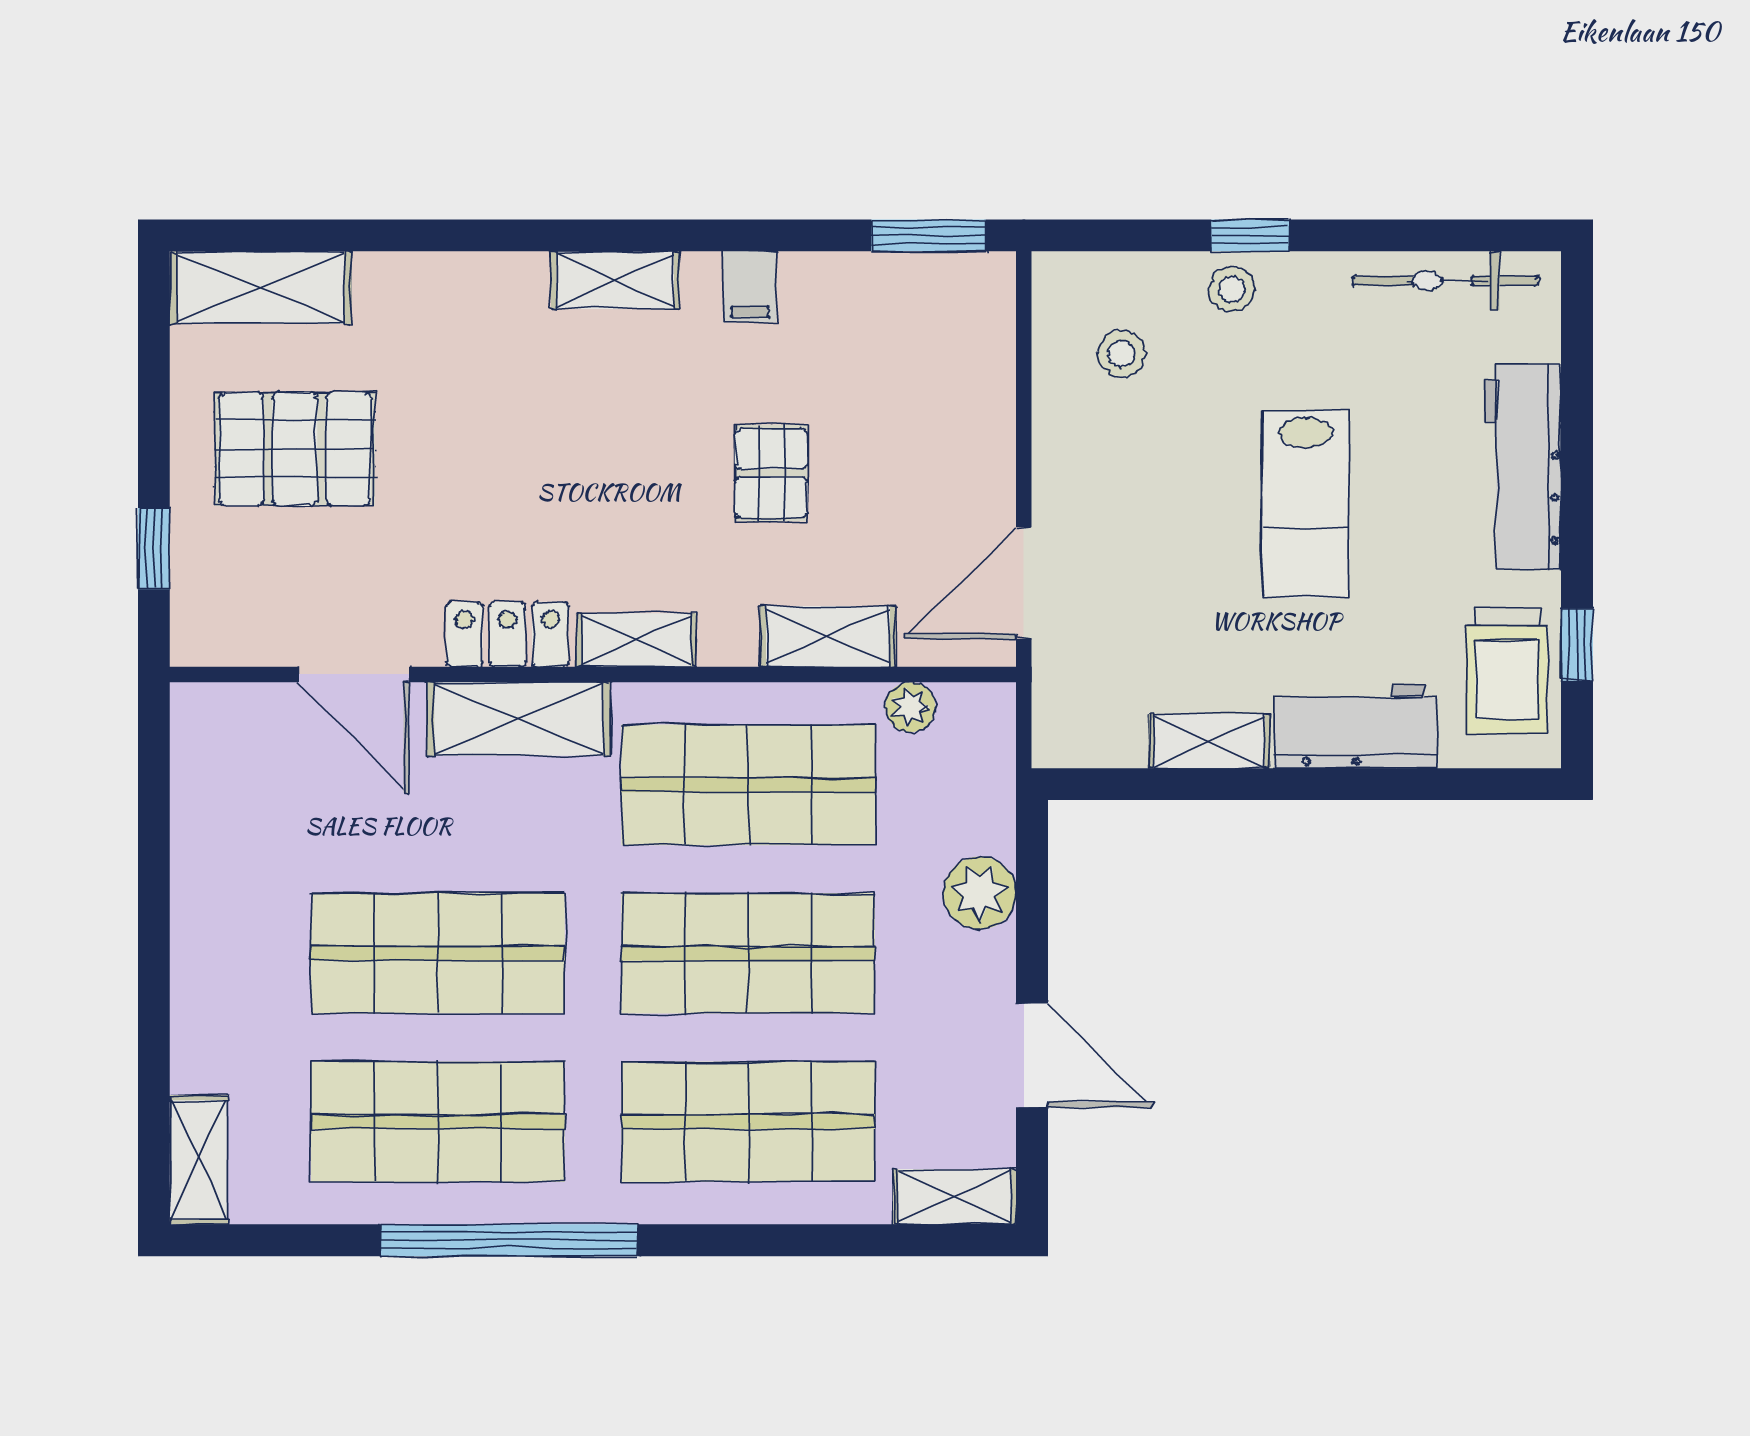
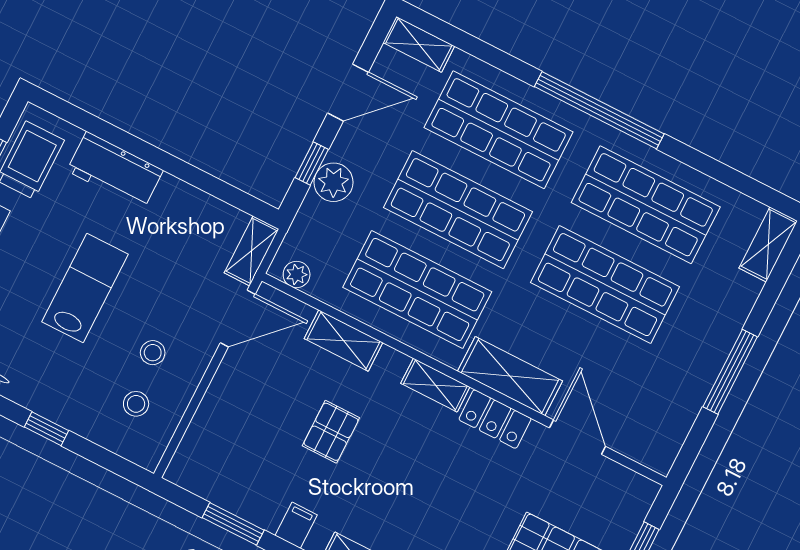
window: (929, 235) -> (233, 524), moved
stool: (1232, 289) -> (153, 353), moved
plant: (910, 707) -> (297, 274), moved
shelving: (1209, 741) -> (251, 251), moved, turned 90
window: (1032, 906) -> (312, 163), added
window: (154, 914) -> (730, 372), added
door: (1032, 1055) -> (348, 93), swing flipped
window: (509, 1240) -> (599, 110), moved

